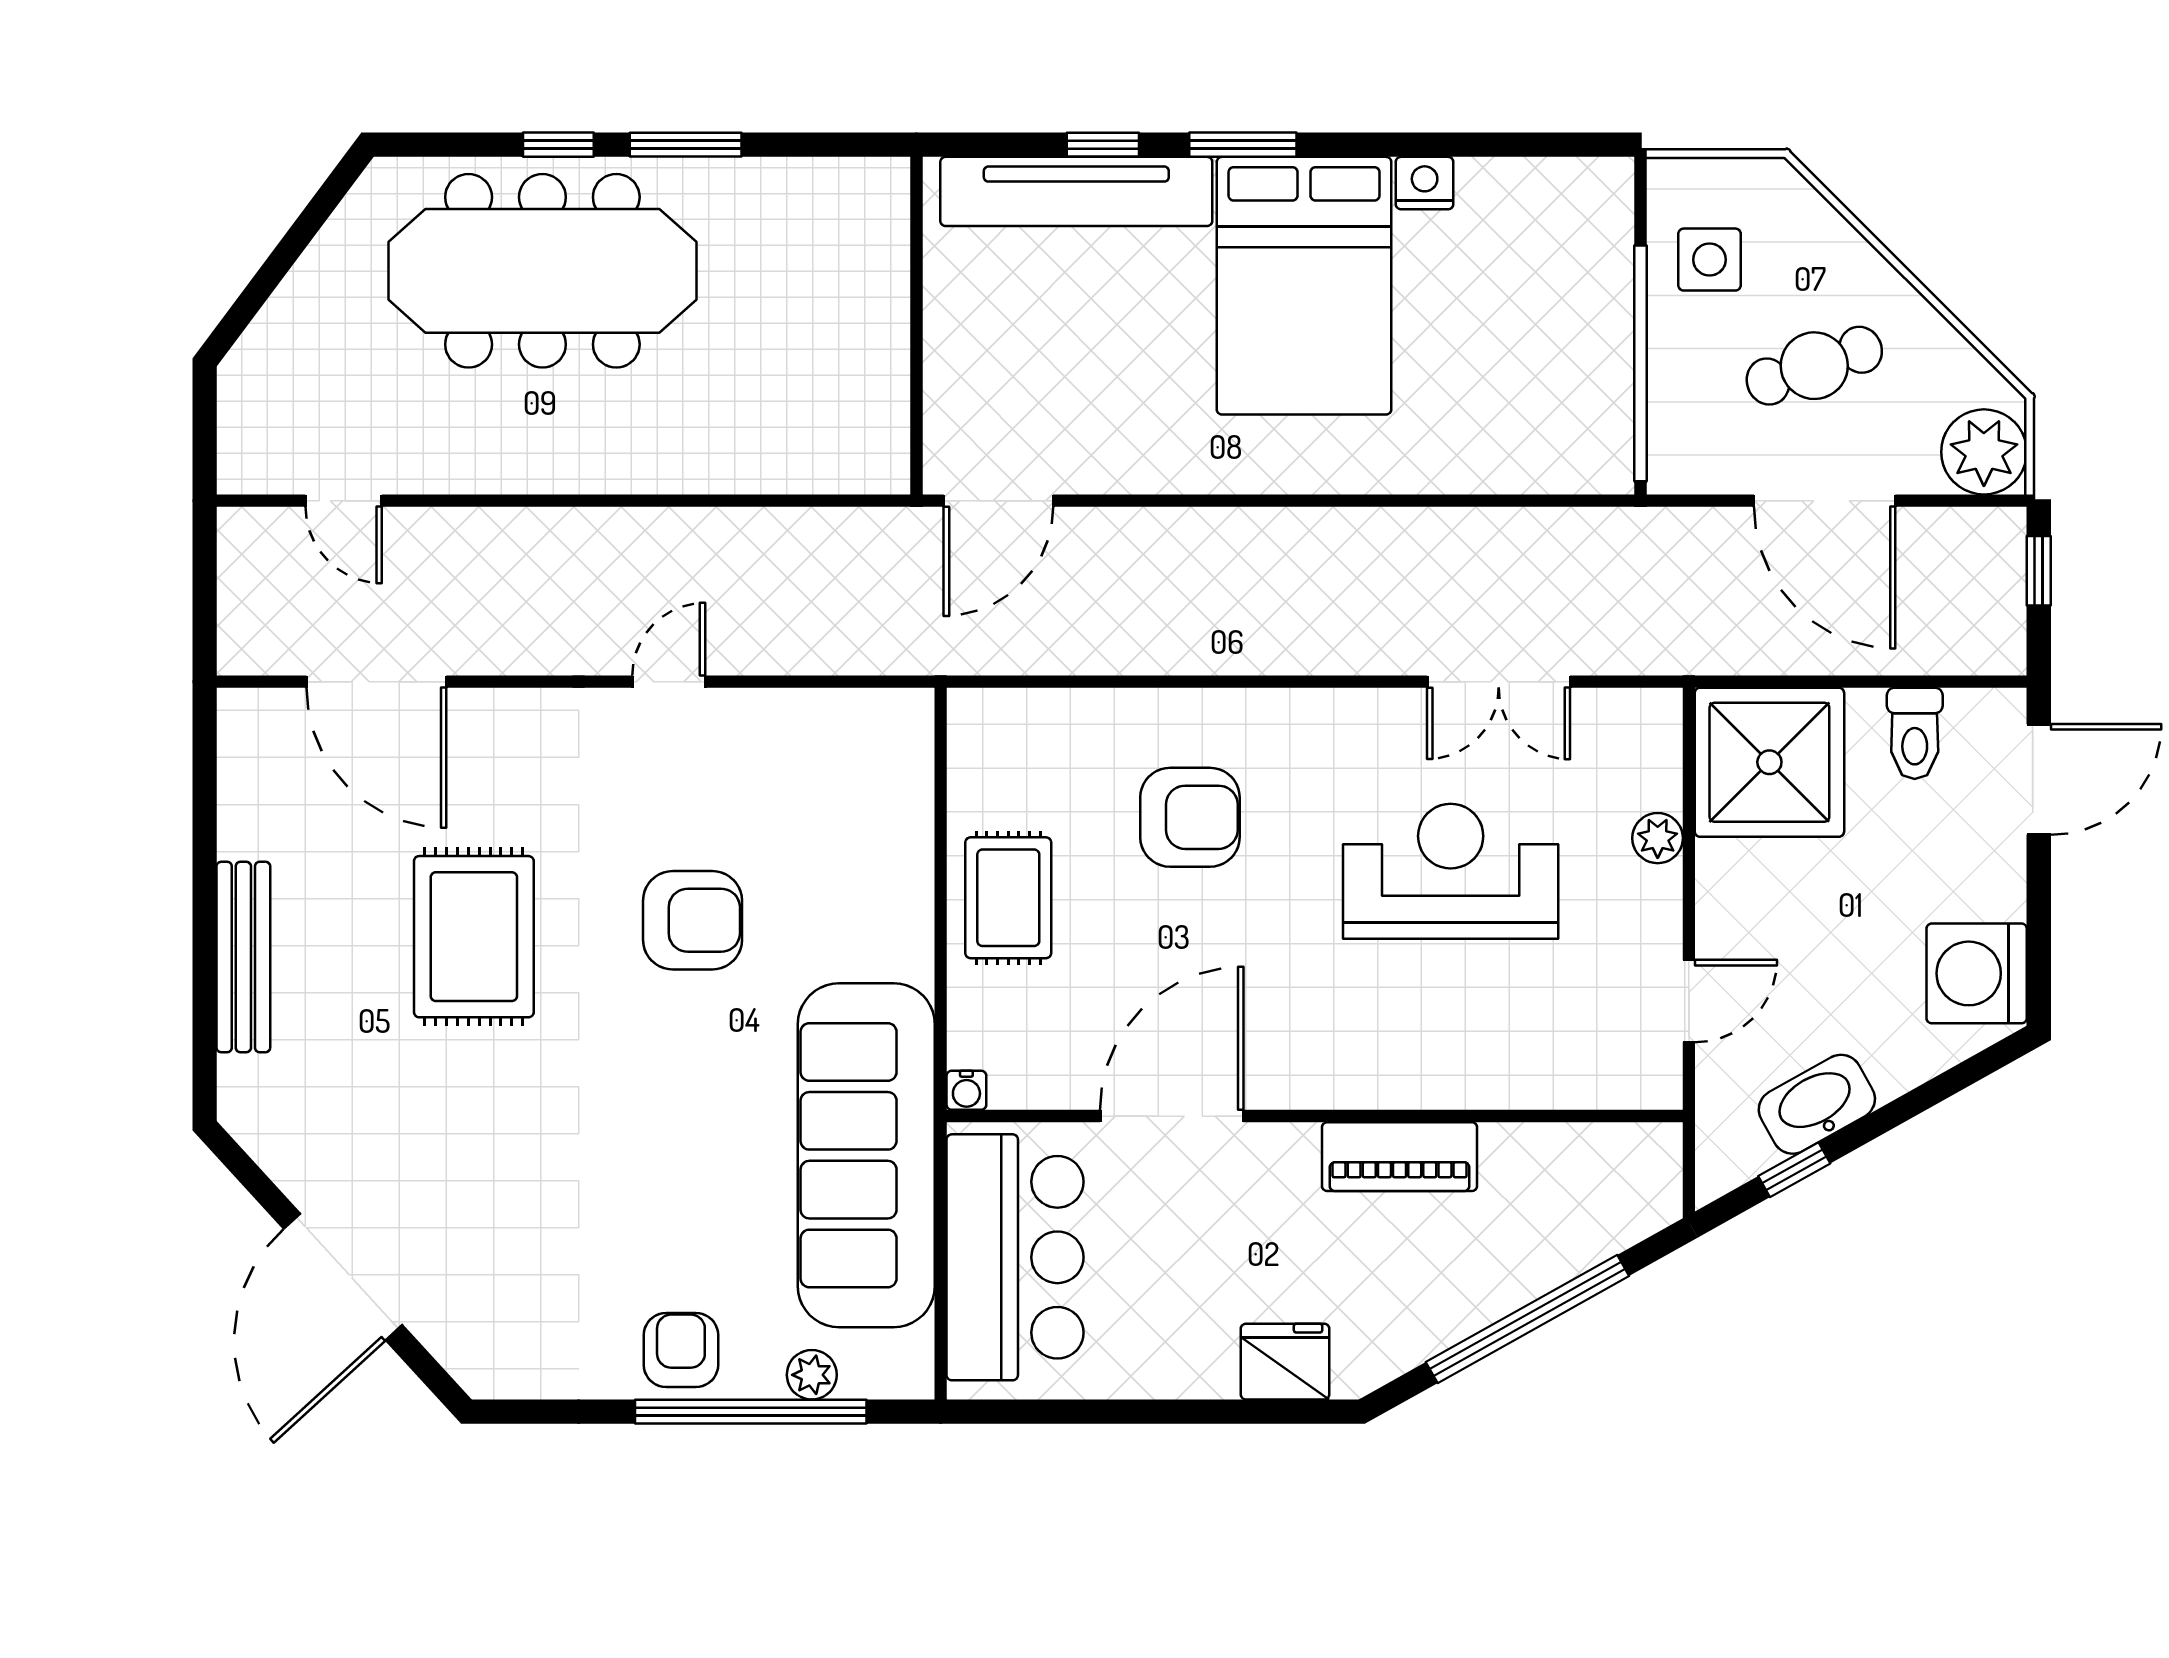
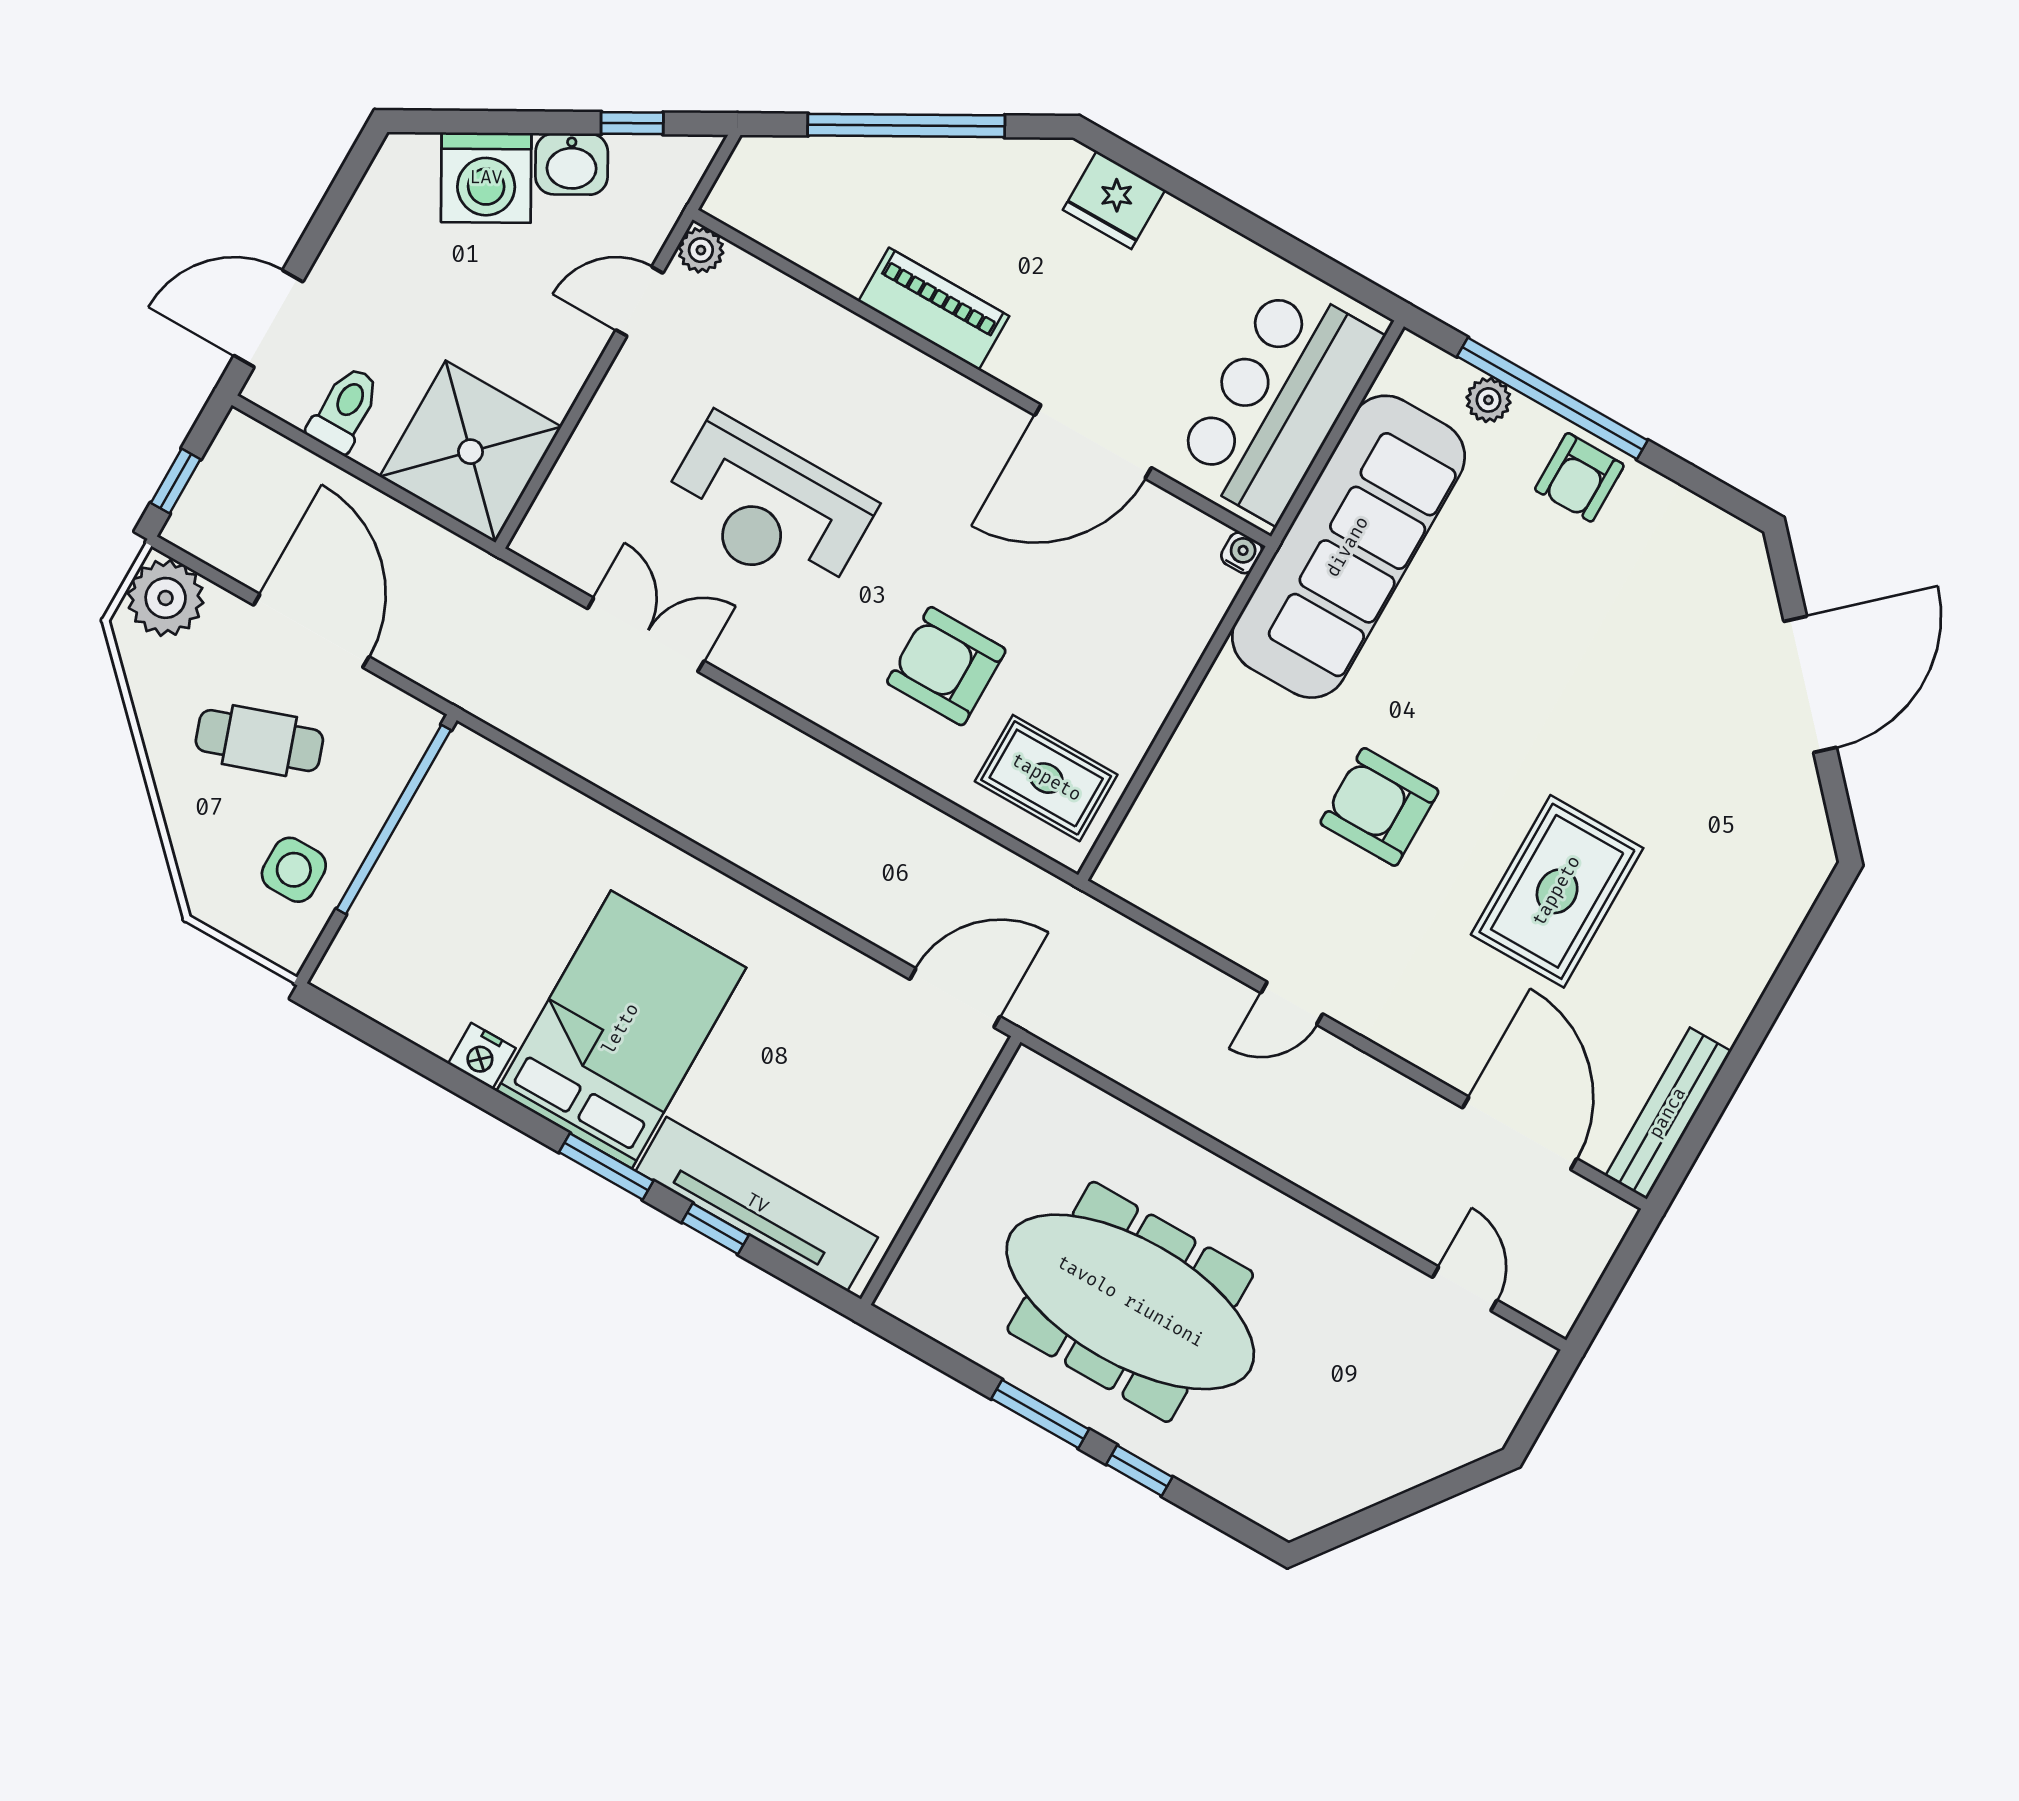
meeting table: (542, 271) -> (1130, 1302), moved
plant: (1658, 838) -> (701, 250), moved
rug: (1008, 898) -> (1046, 778), moved, turned 90
bench: (243, 957) -> (1668, 1113), moved
washing machine: (1977, 973) -> (486, 178), moved, turned 61
washbasin: (1817, 1104) -> (572, 164), width x0.72

